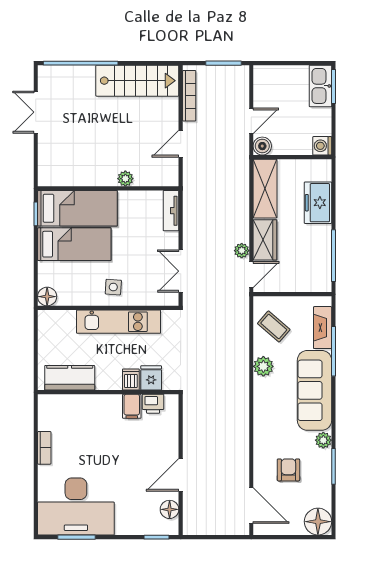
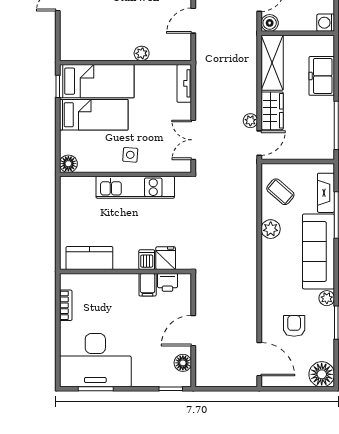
kitchen counter: (70, 378) -> (89, 258), moved
fridge: (151, 378) -> (166, 258), moved
dishwasher: (131, 379) -> (147, 260), moved
wall: (108, 392) -> (126, 271), moved
printer: (153, 404) -> (167, 282), moved
filing cabinet: (132, 406) -> (148, 285), moved

